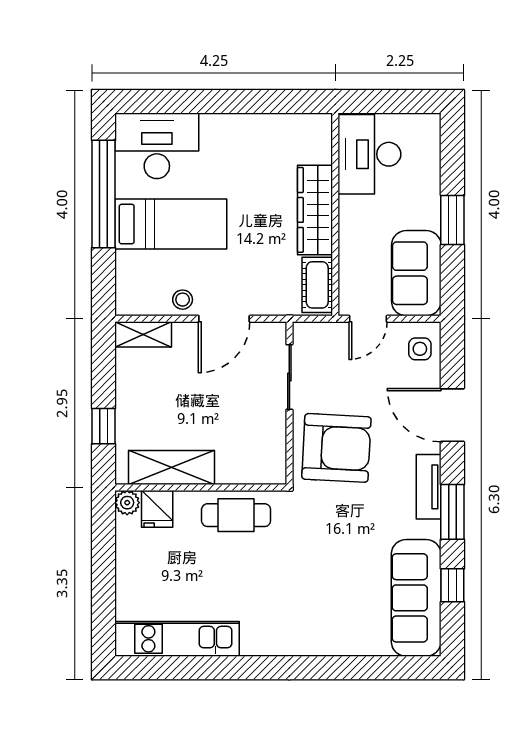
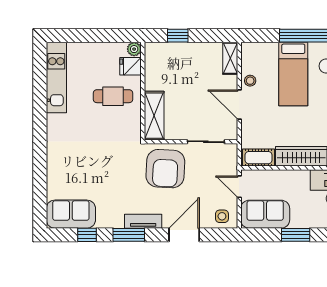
shelving: (172, 468) -> (154, 116), moved
cafe table: (236, 515) -> (113, 96), moved, turned 90
sofa: (416, 598) -> (71, 214), width x0.73

